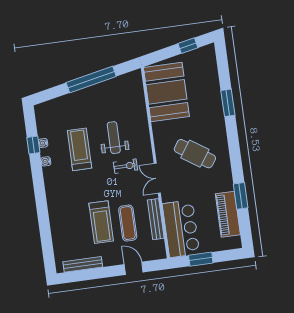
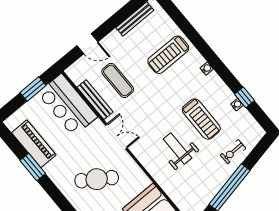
weight bench: (114, 138) -> (177, 148), turned 180
water cooler: (46, 161) -> (207, 68), moved
exercise bike: (126, 166) -> (233, 152), moved
treadmill: (101, 222) -> (168, 55), moved, turned -90

